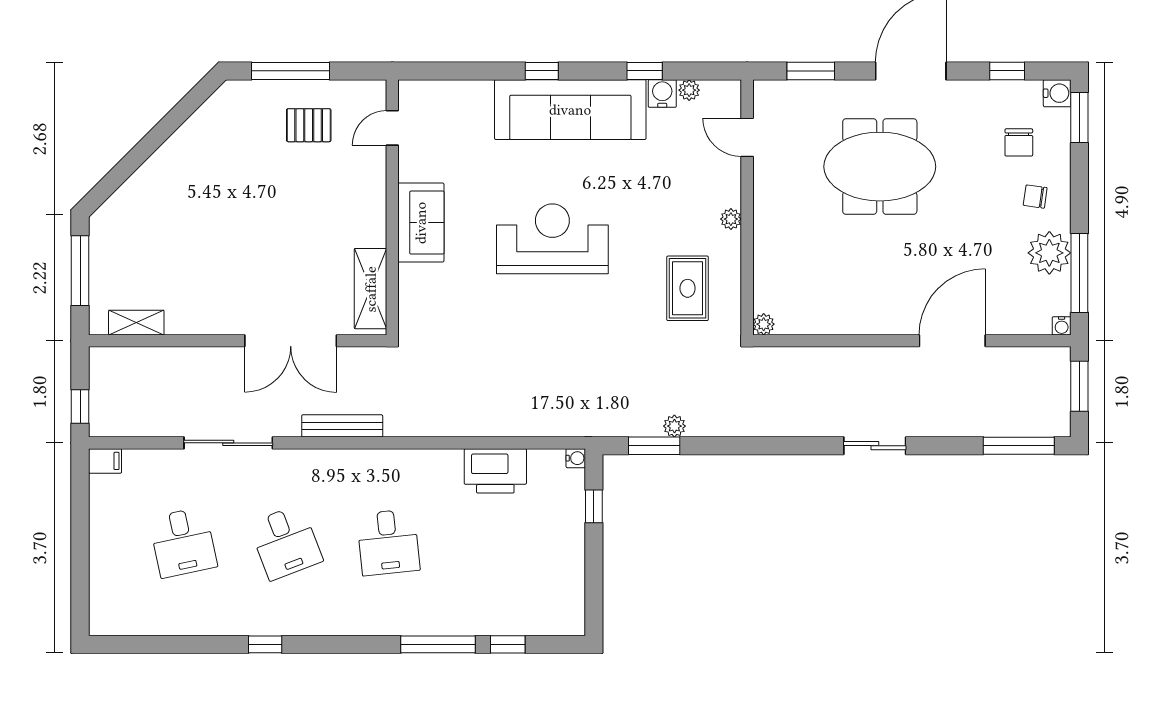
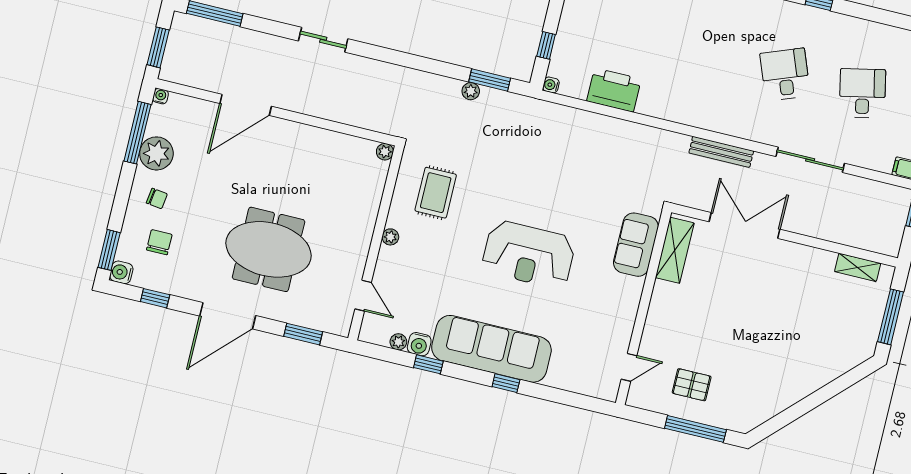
sofa: (421, 223) -> (636, 245), moved
desk: (388, 542) -> (708, 56), removed

